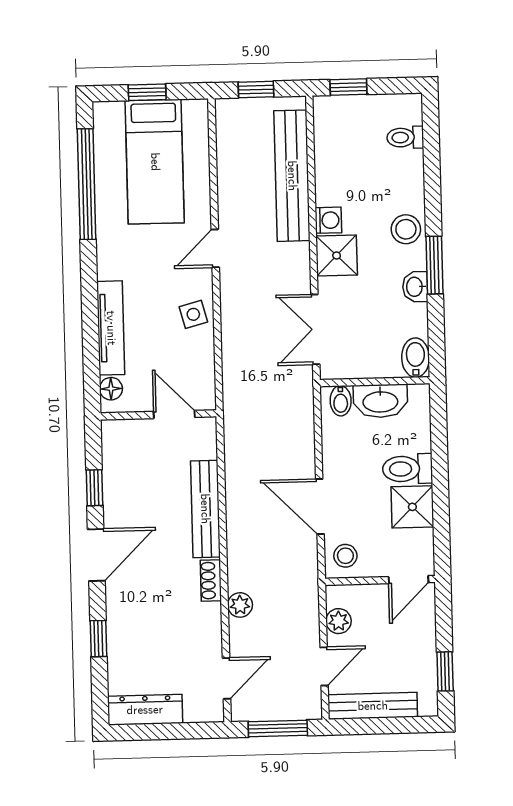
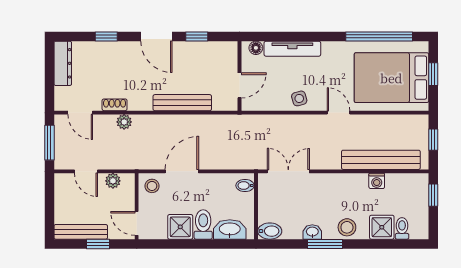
bed: (155, 162) -> (391, 78), width x1.50
washing machine: (328, 220) -> (377, 181), moved
shower: (337, 256) -> (382, 227), moved
washbasin: (380, 401) -> (230, 229), moved, turned 90
shoe rack: (211, 581) -> (115, 105), moved
window: (445, 671) -> (98, 244), moved
bench: (373, 706) -> (81, 232), moved, turned 90

